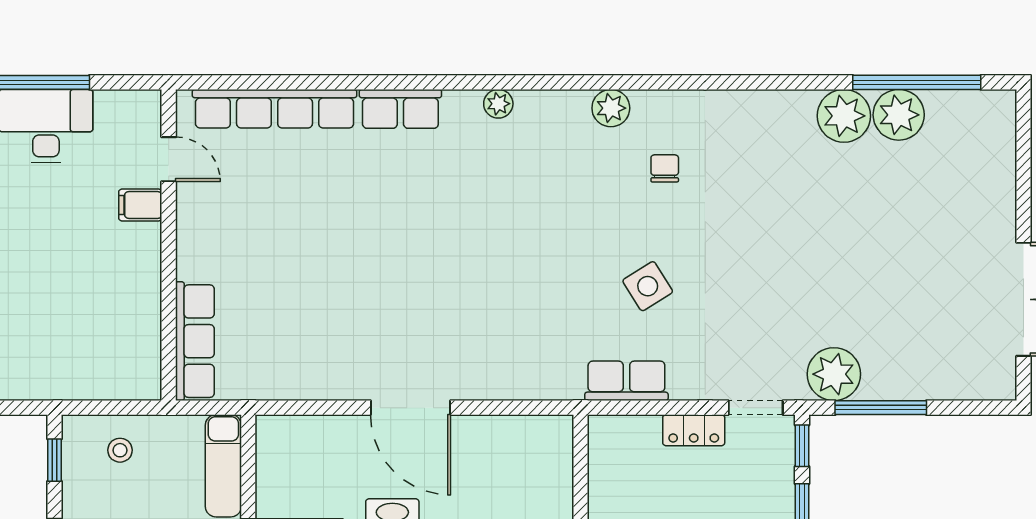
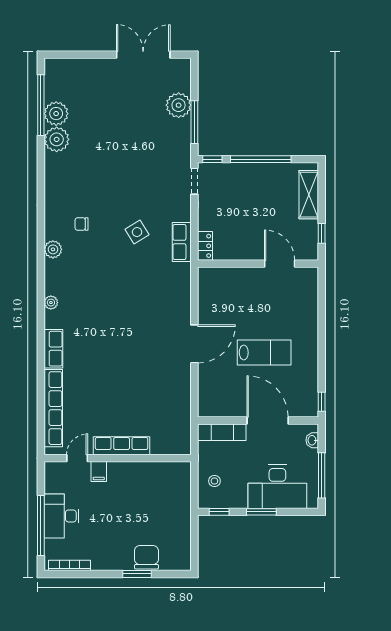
row of seats: (195, 341) -> (122, 446), moved
plant: (834, 374) -> (179, 105), moved
locker: (694, 430) -> (205, 246), moved

